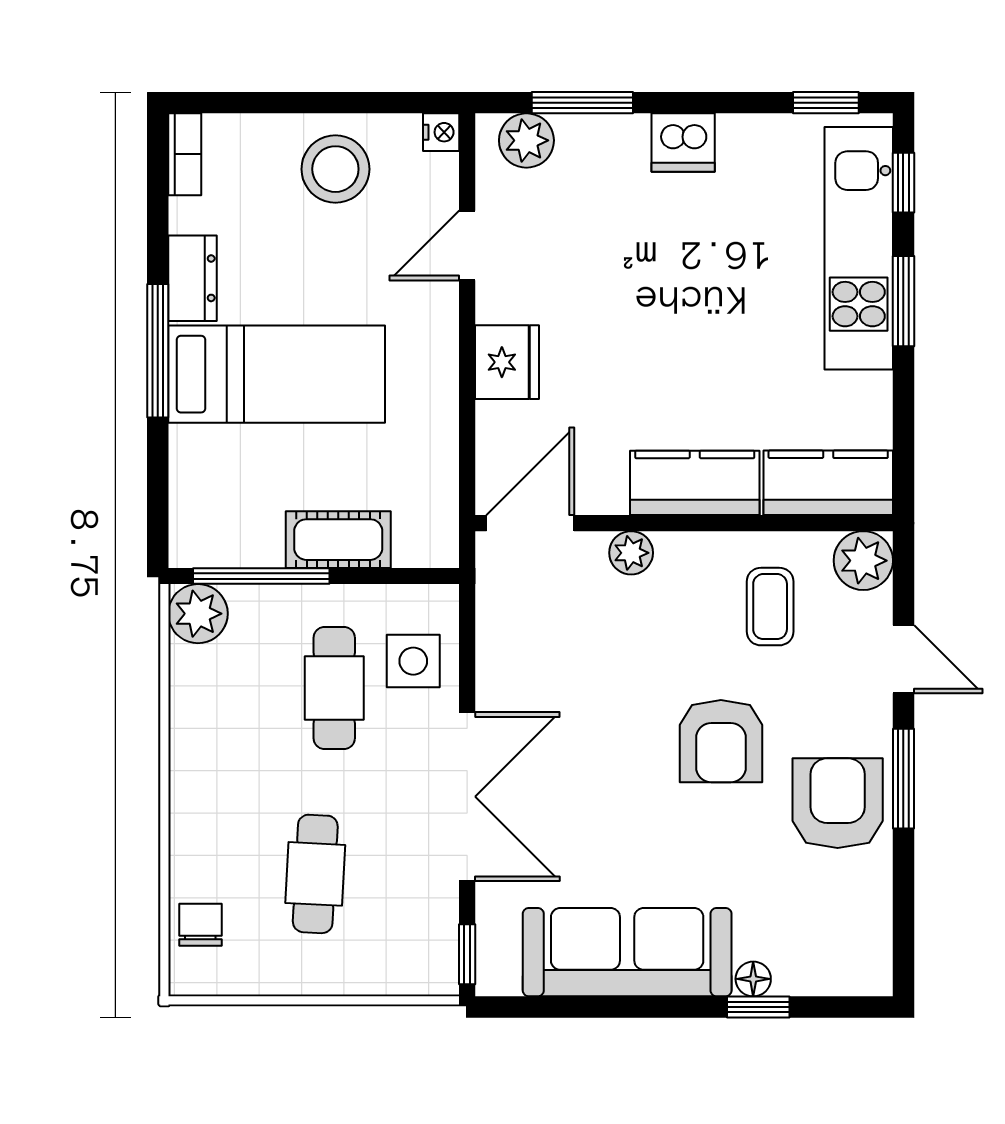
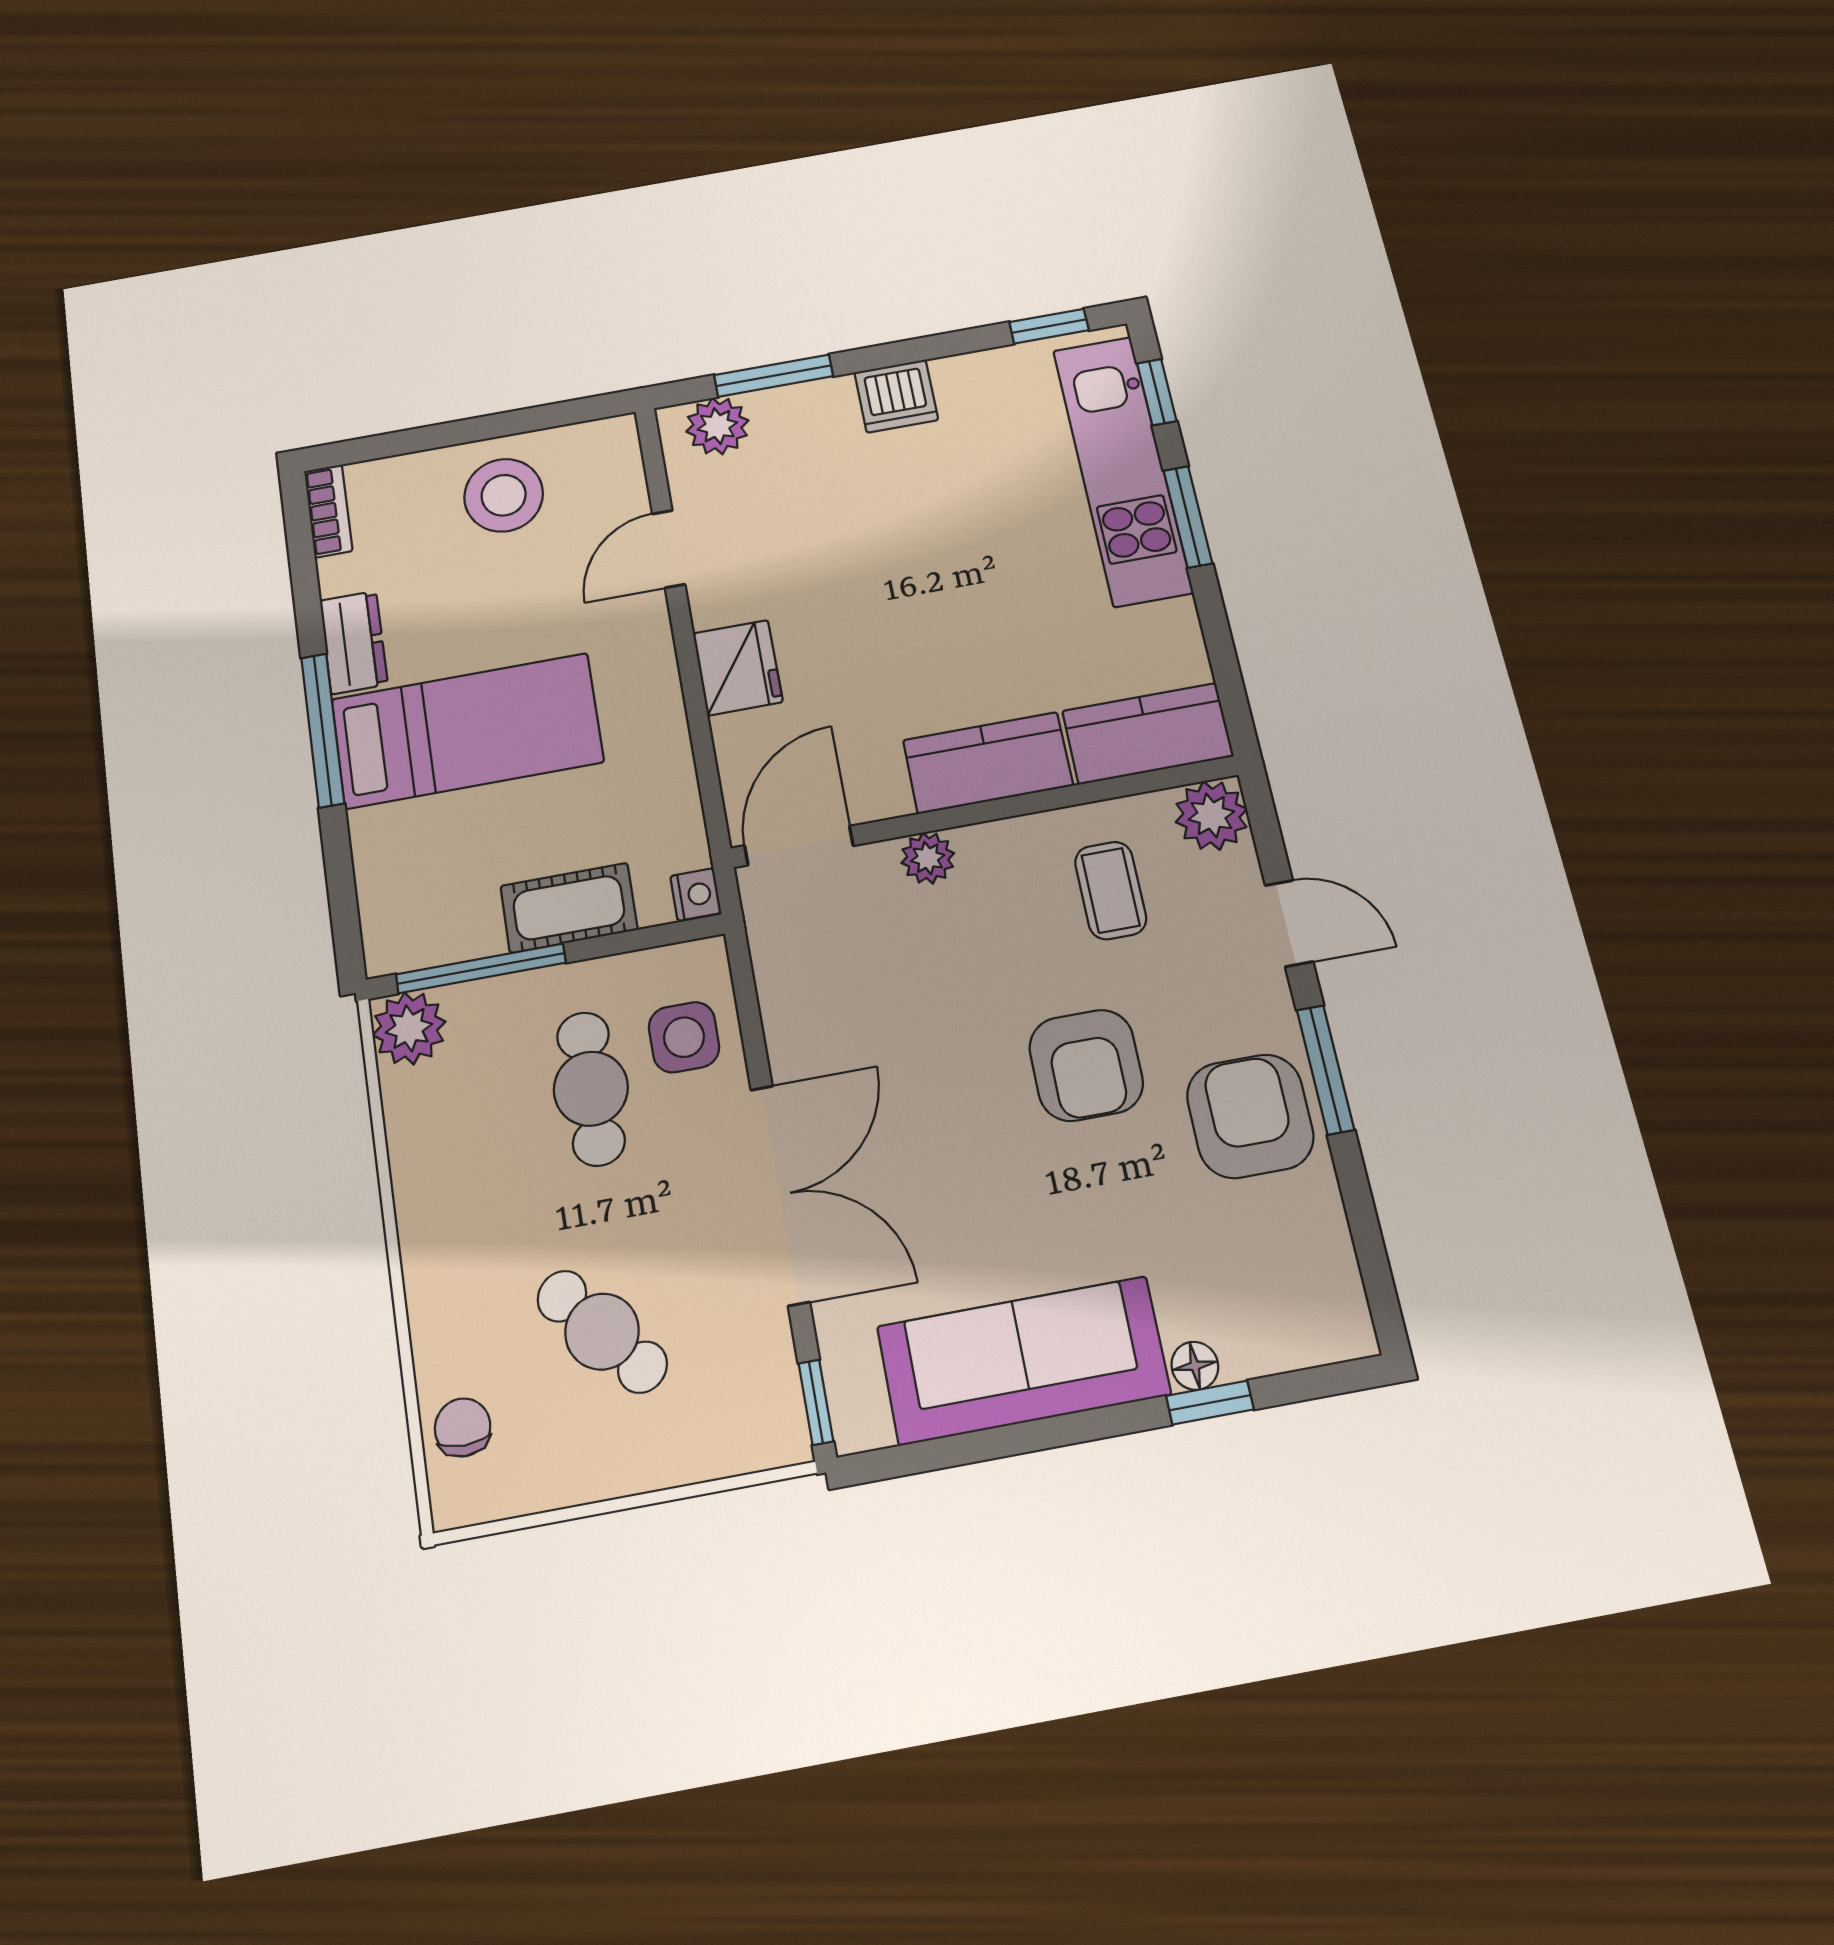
nightstand: (441, 132) -> (696, 895), moved
cafe table: (315, 874) -> (602, 1331), turned -43

